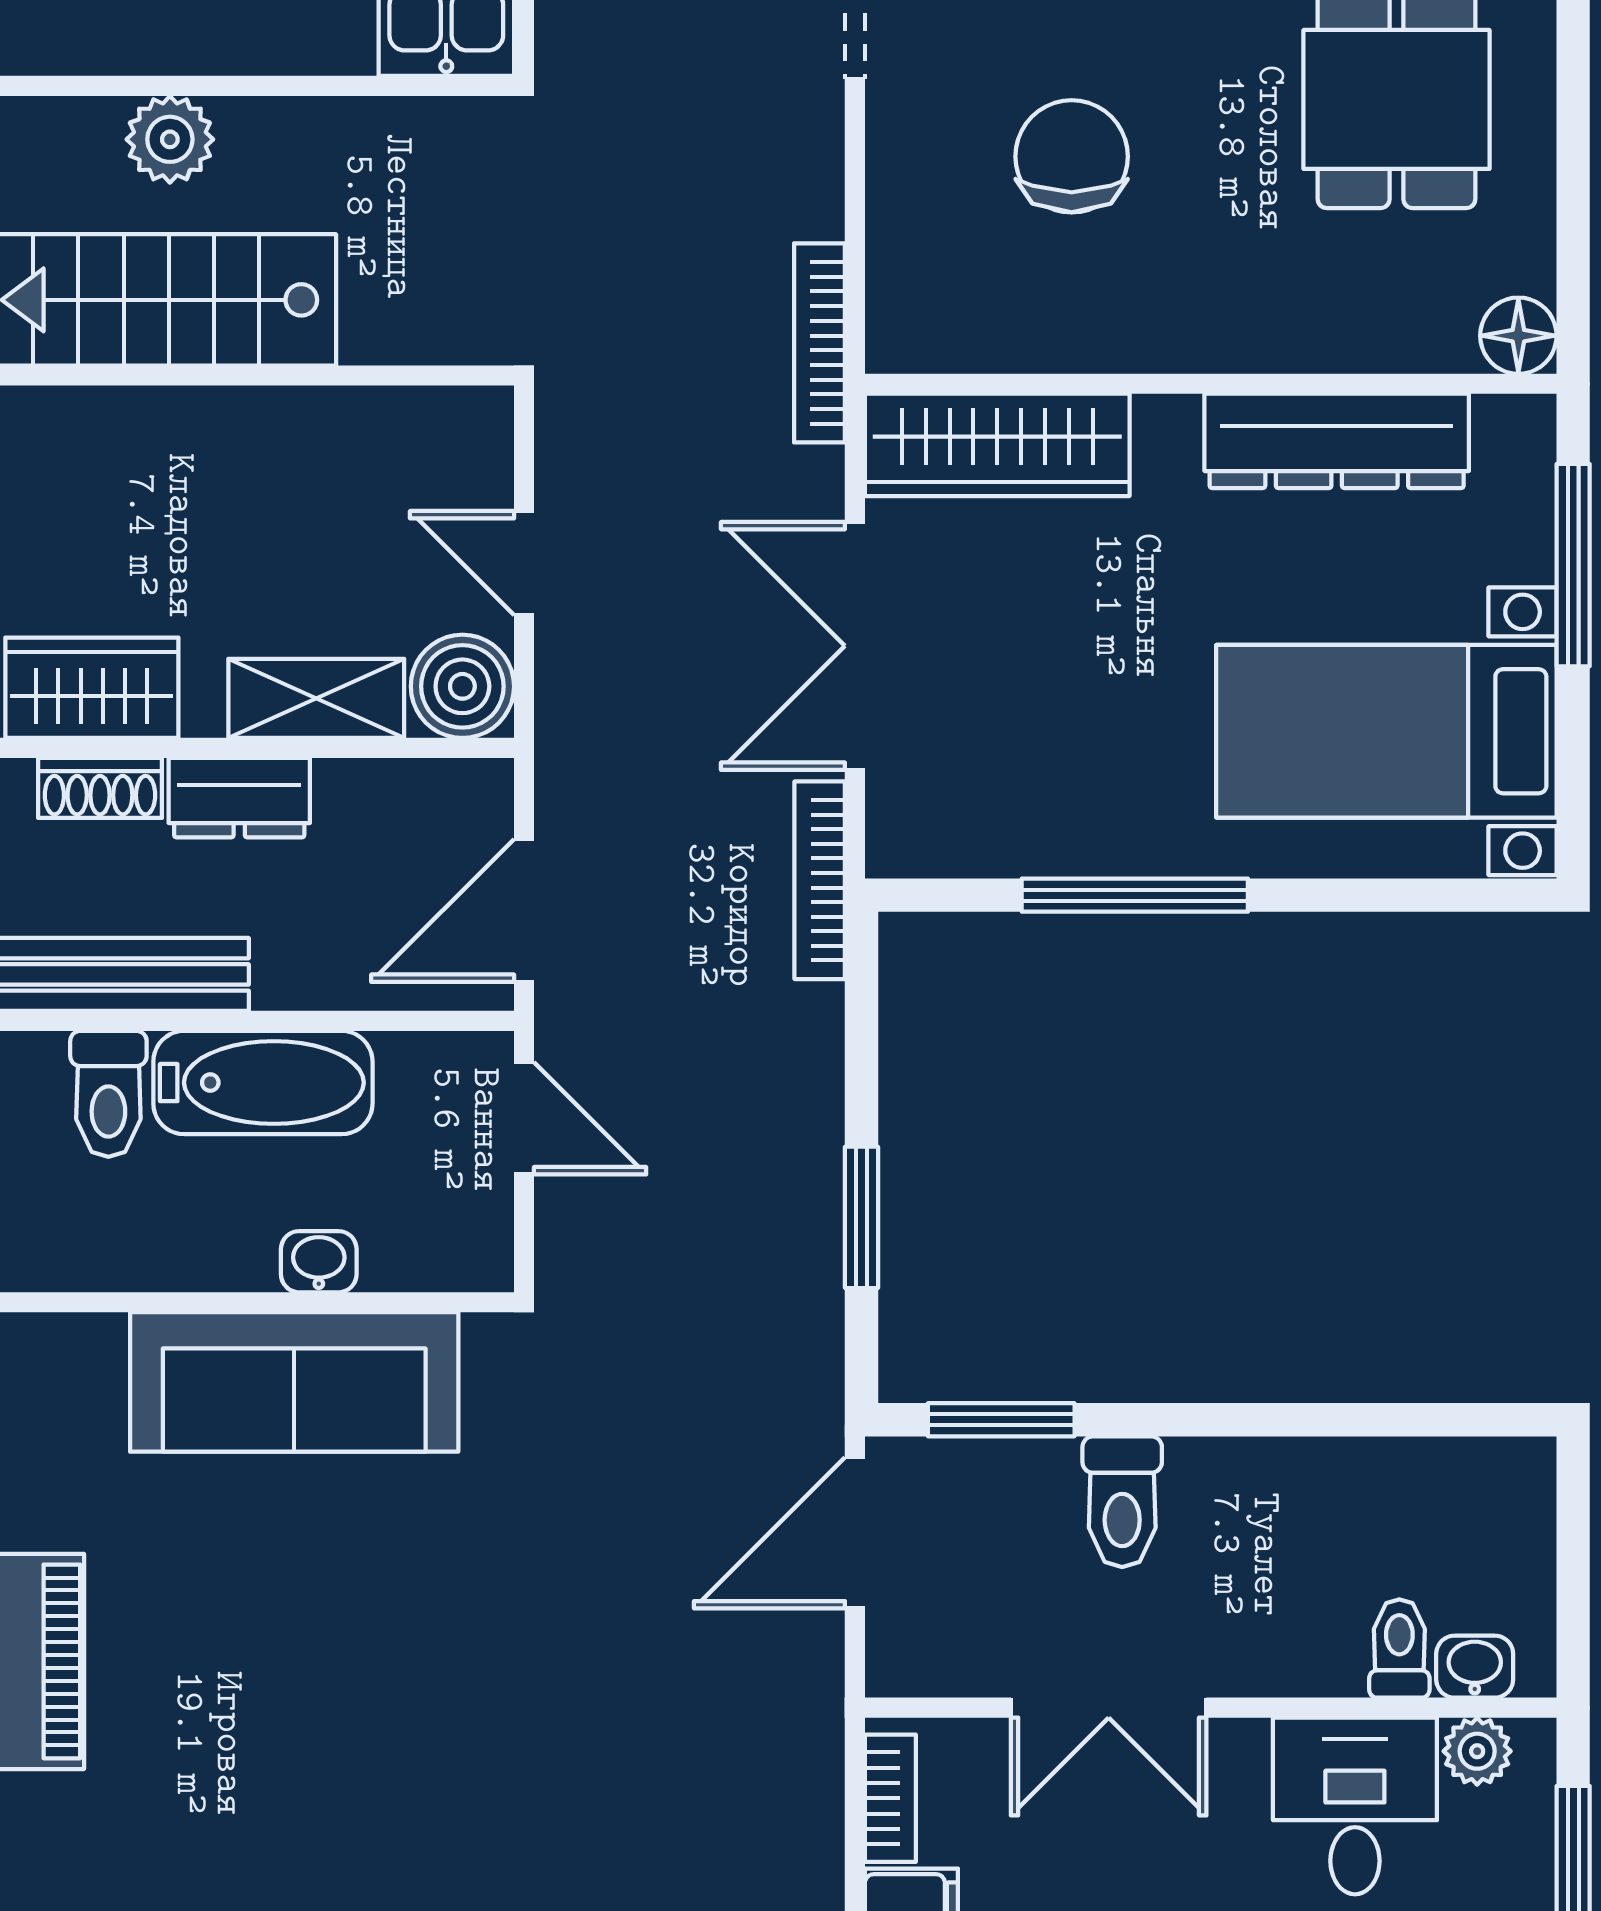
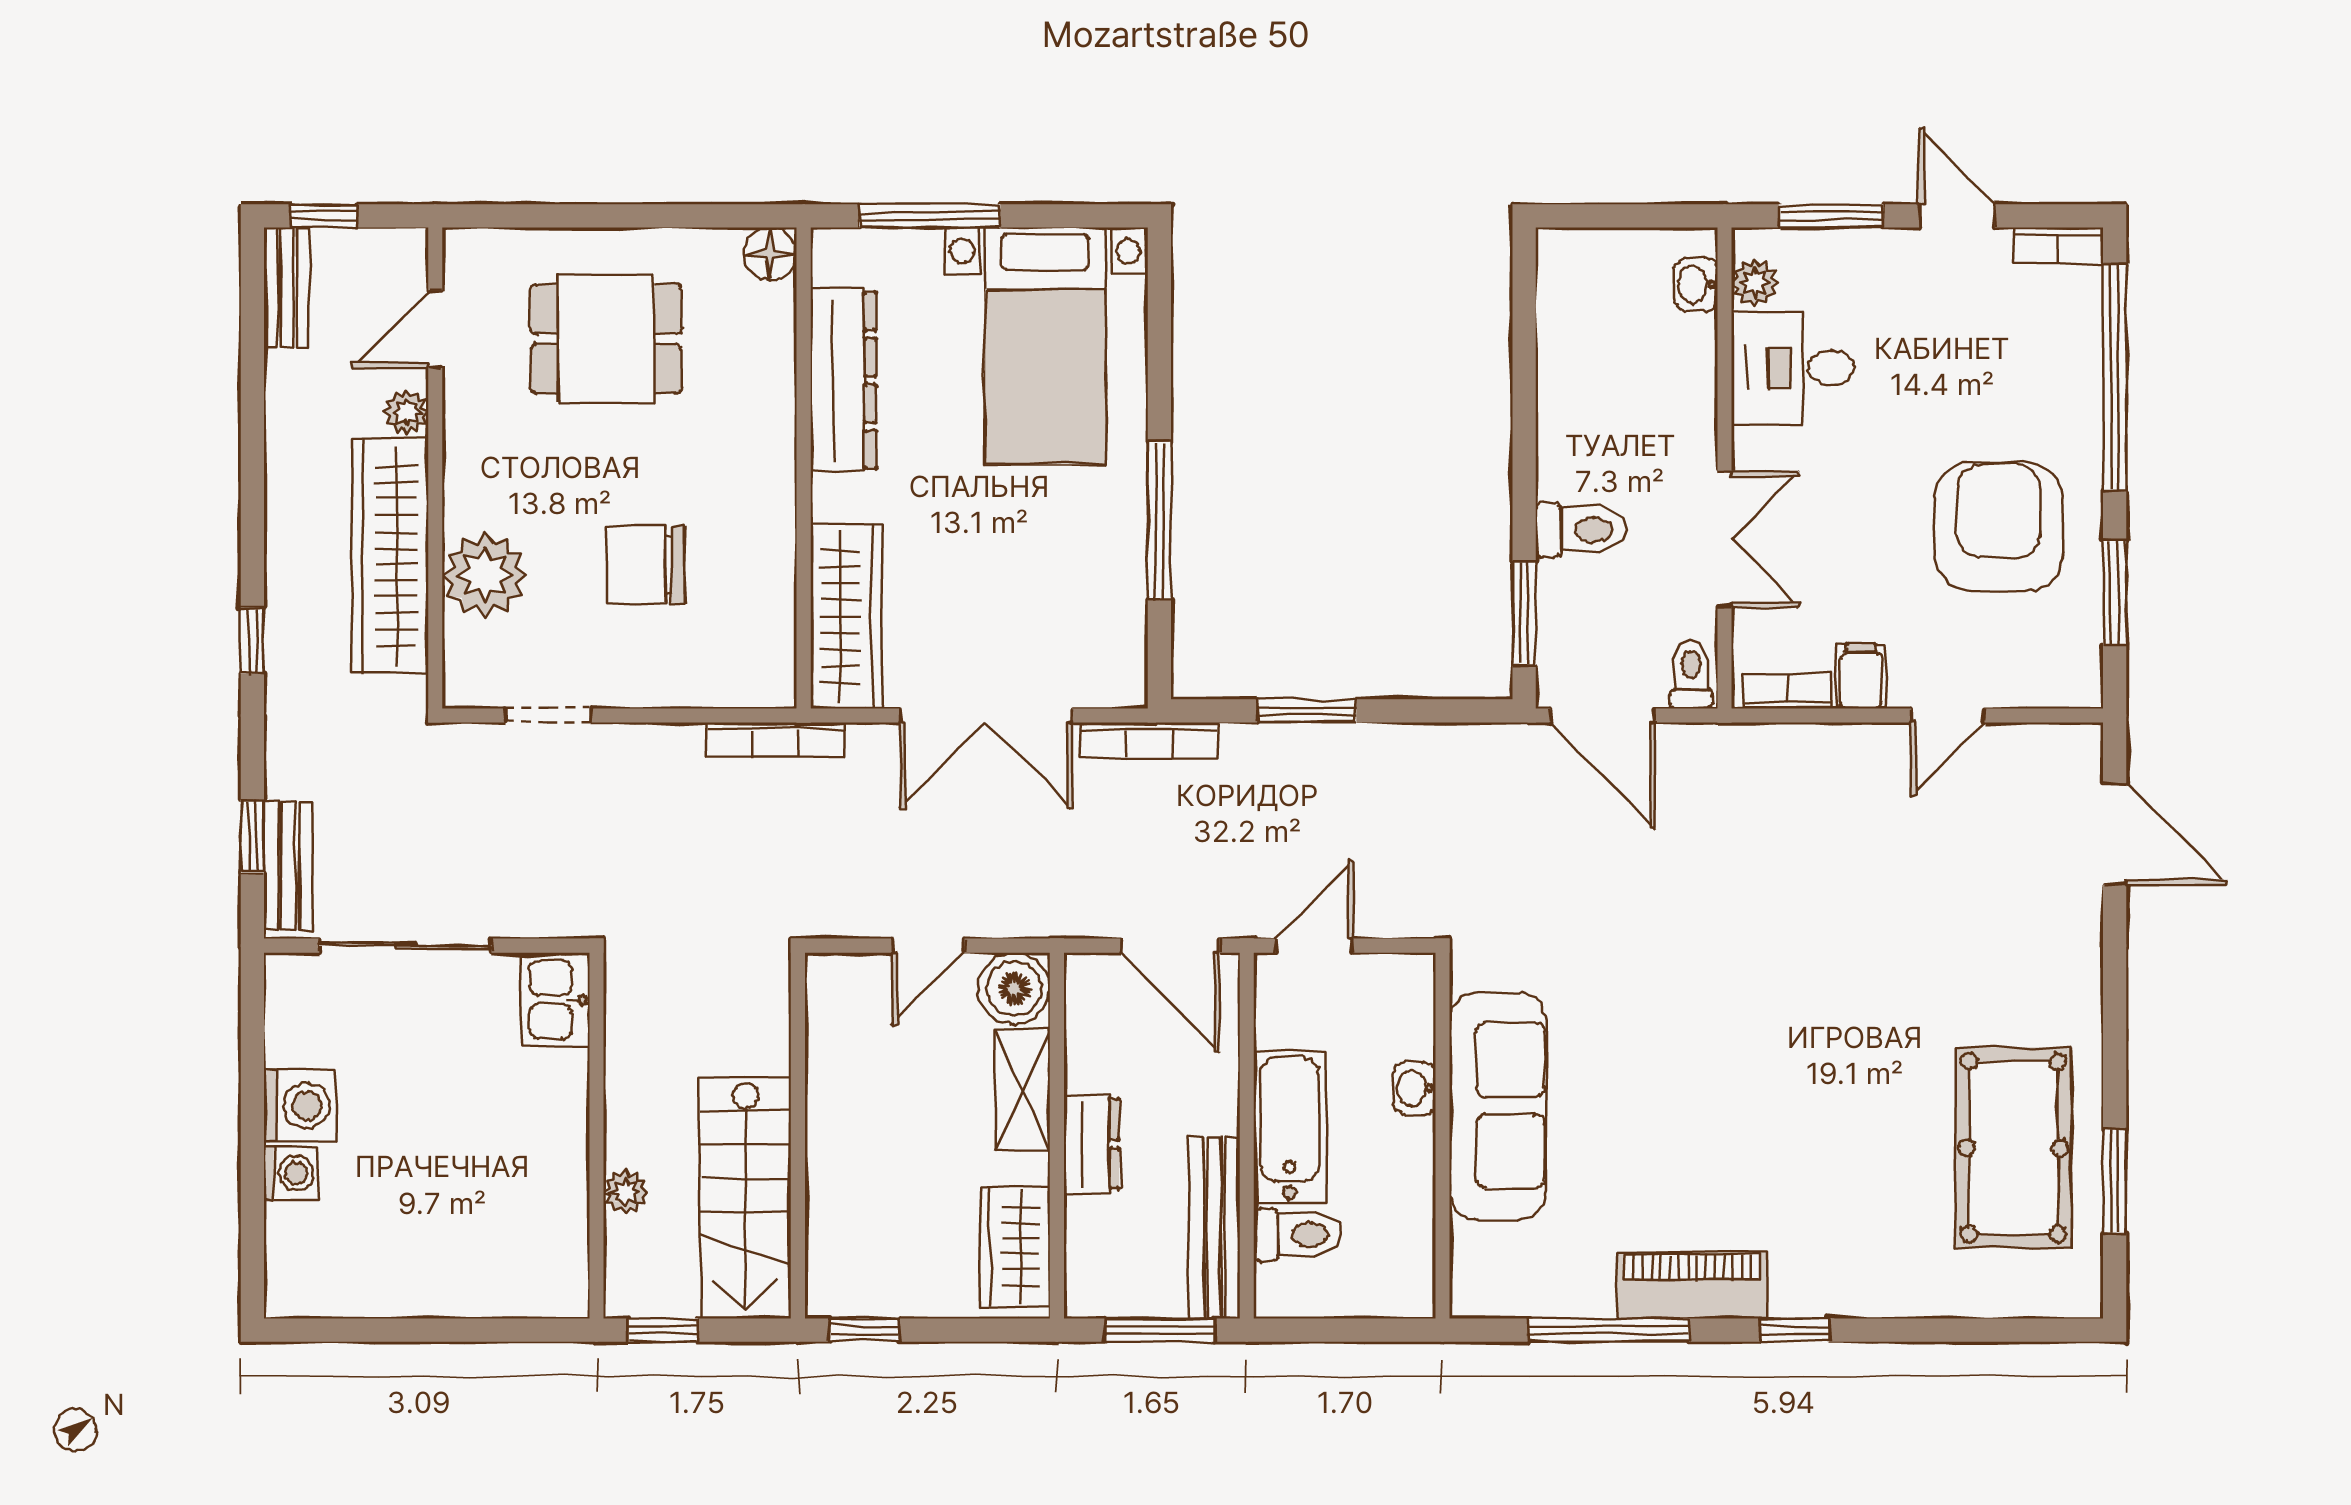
plant: (170, 139) -> (625, 1192), width x0.73, depth x0.73
shoe rack: (100, 788) -> (1085, 1241), removed
window: (862, 1217) -> (1307, 711), moved
toilet: (1399, 1649) -> (1691, 674), moved, turned 90

